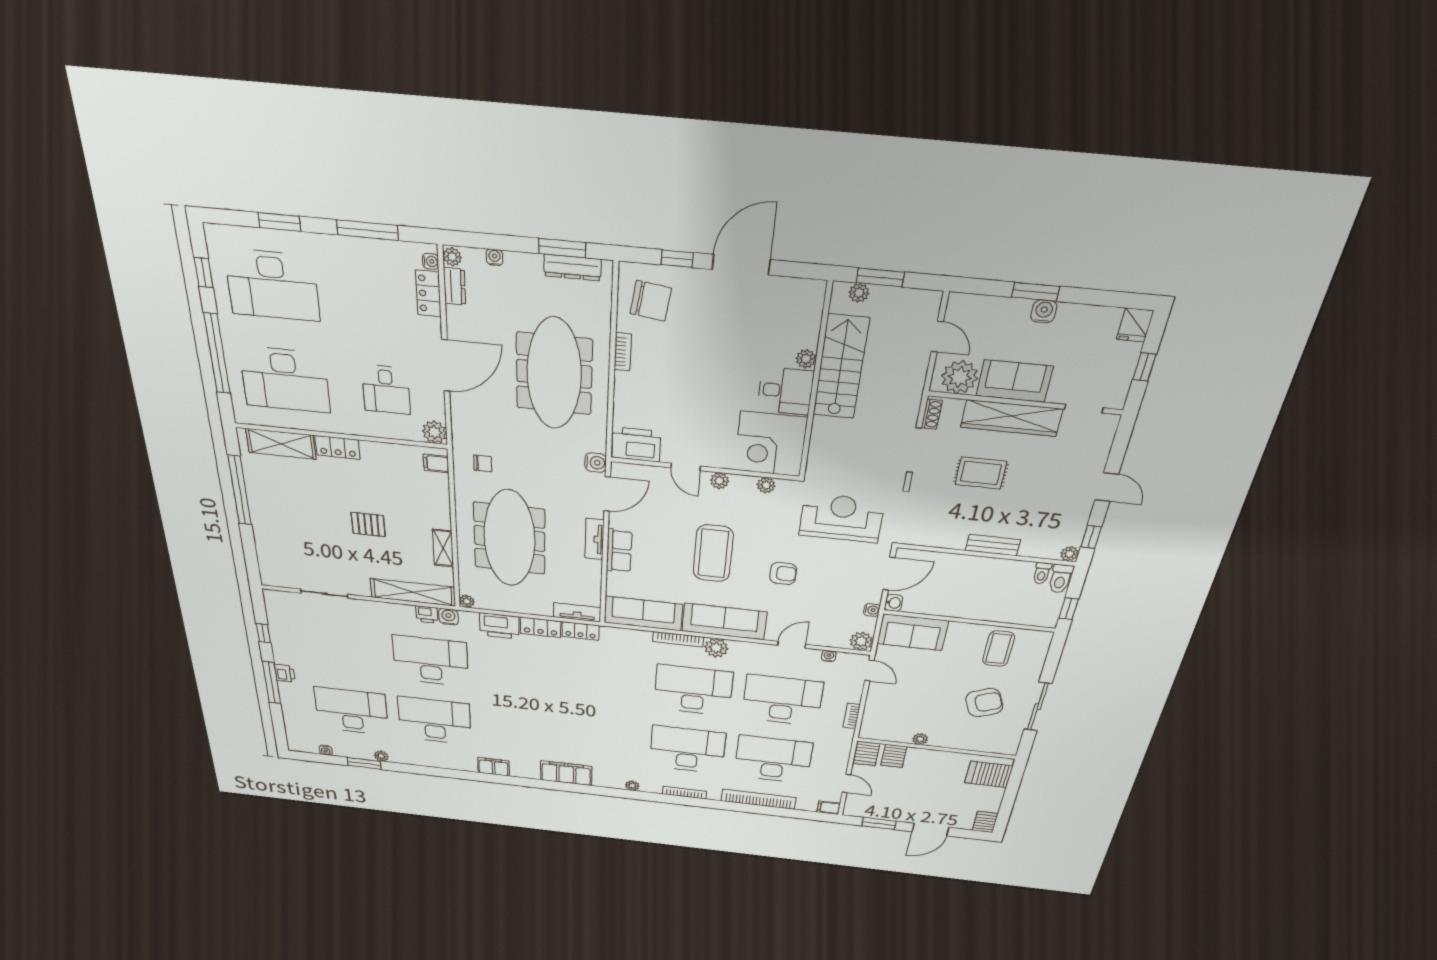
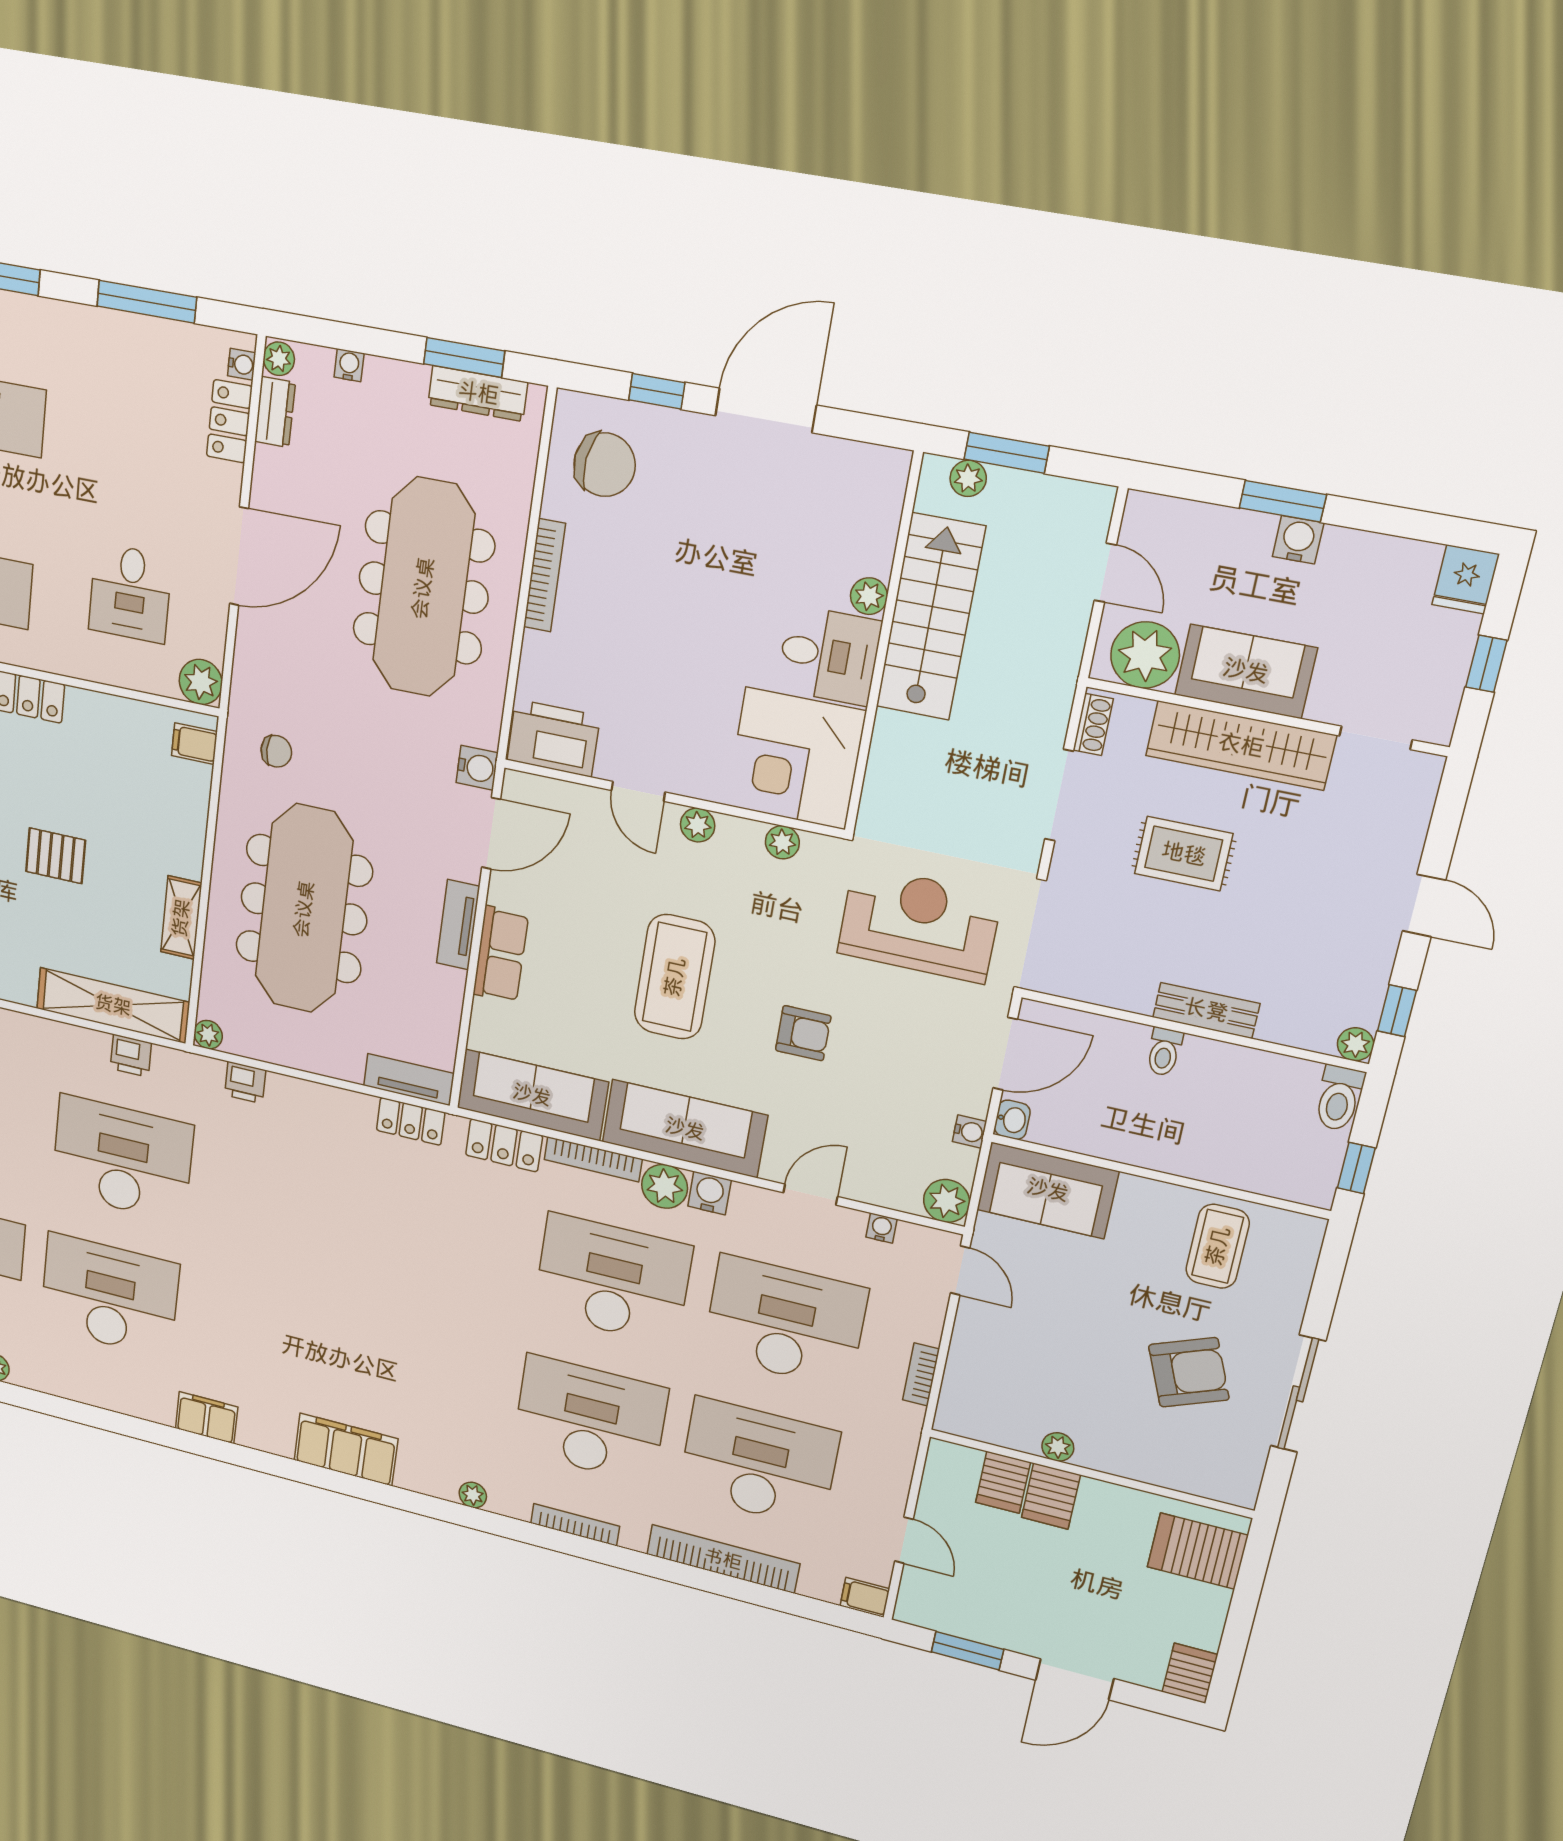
bookcase: (623, 352) -> (544, 575), width x1.56
toilet: (1042, 573) -> (1164, 1052), moved
water cooler: (448, 617) -> (710, 1193), moved
printer: (499, 626) -> (245, 1083), width x0.53, depth x0.68
locker: (540, 627) -> (504, 1145), moved
server rack: (866, 753) -> (1051, 1496), moved

